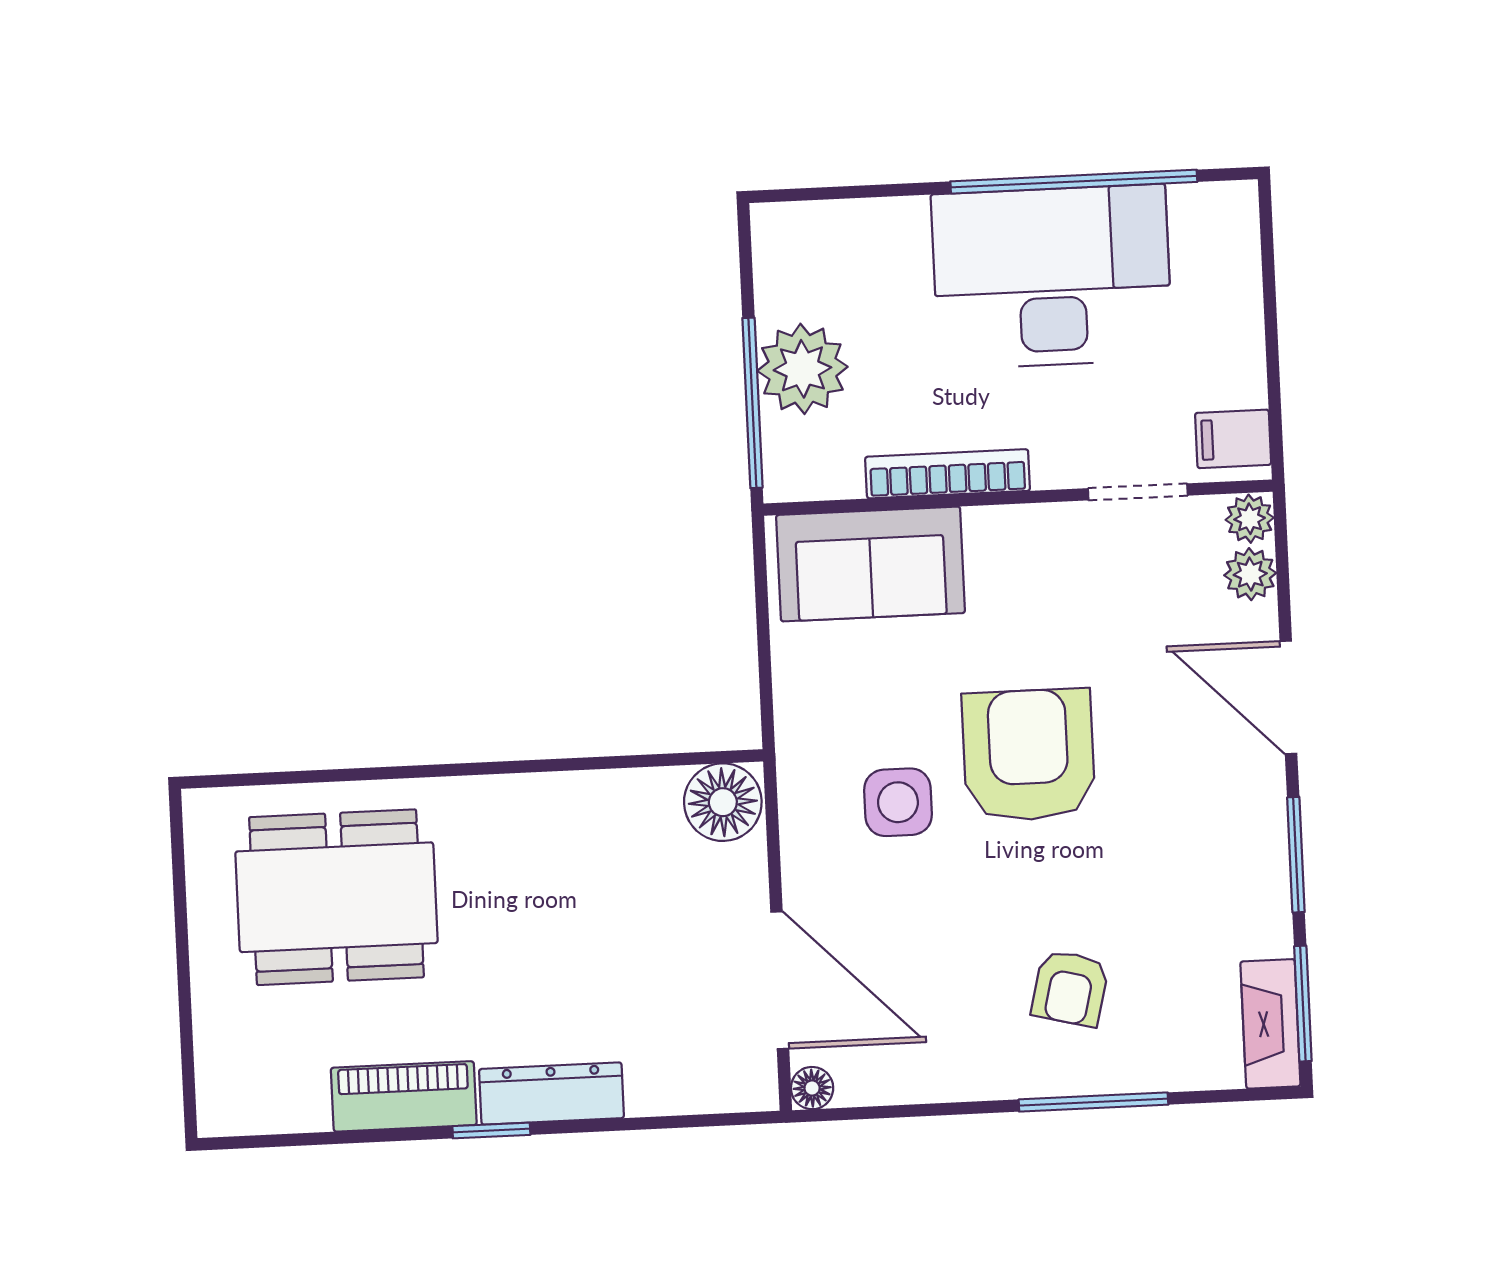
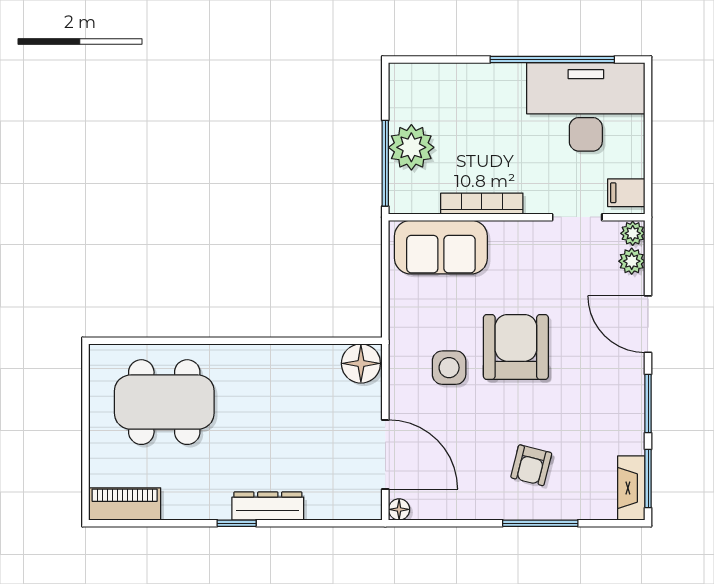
desk: (1052, 277) -> (586, 107), moved
piano: (404, 1096) -> (125, 504), moved

